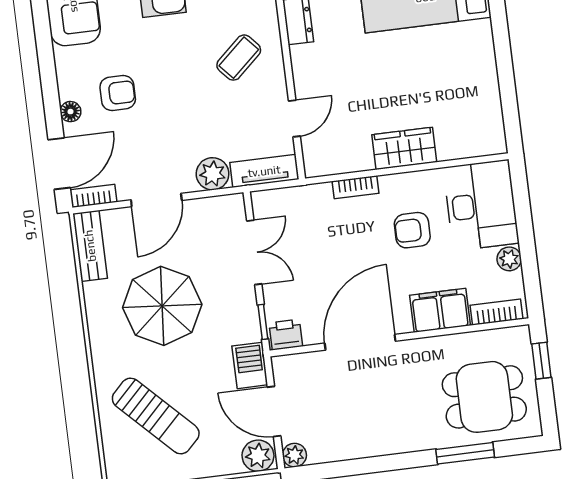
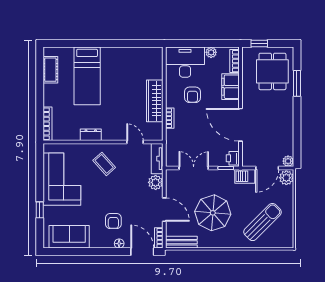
armchair: (118, 93) -> (113, 221), turned 180
wardrobe: (404, 148) -> (155, 101), width x1.50

